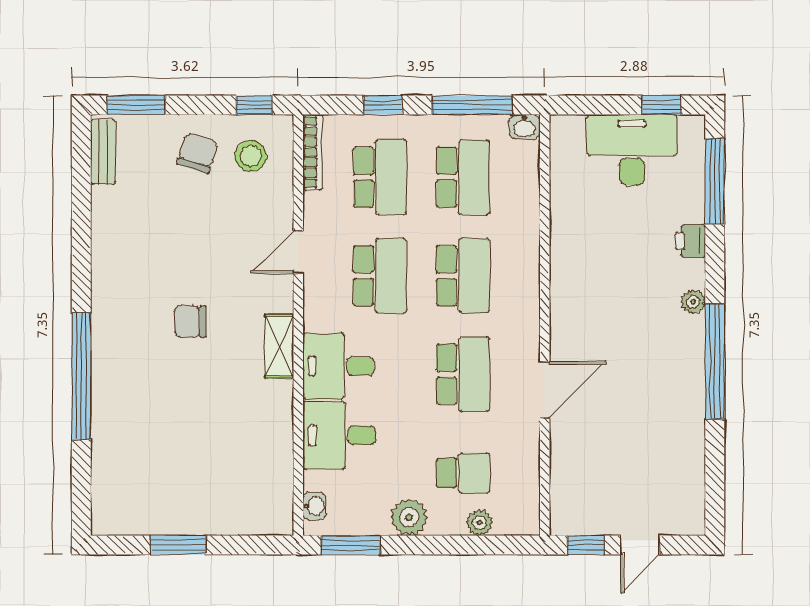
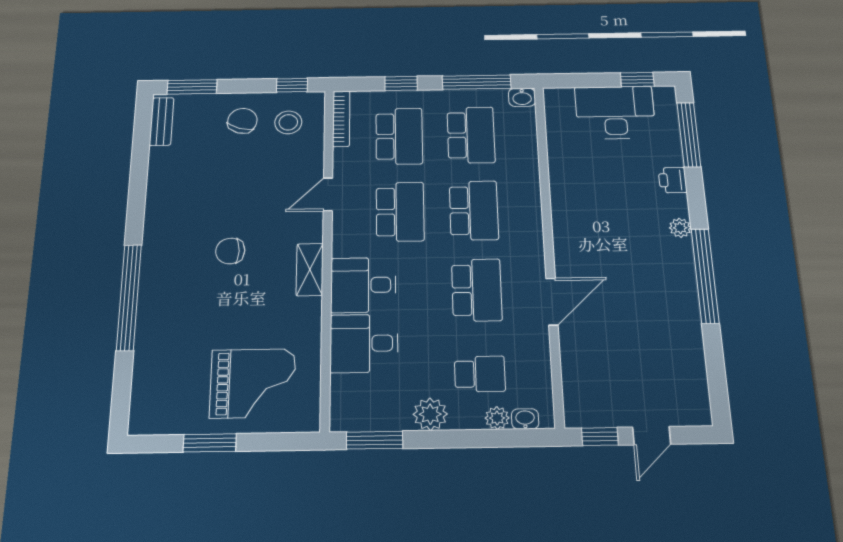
grand piano: (221, 479) -> (253, 383), added
washbasin: (314, 506) -> (525, 419), moved, turned -90

